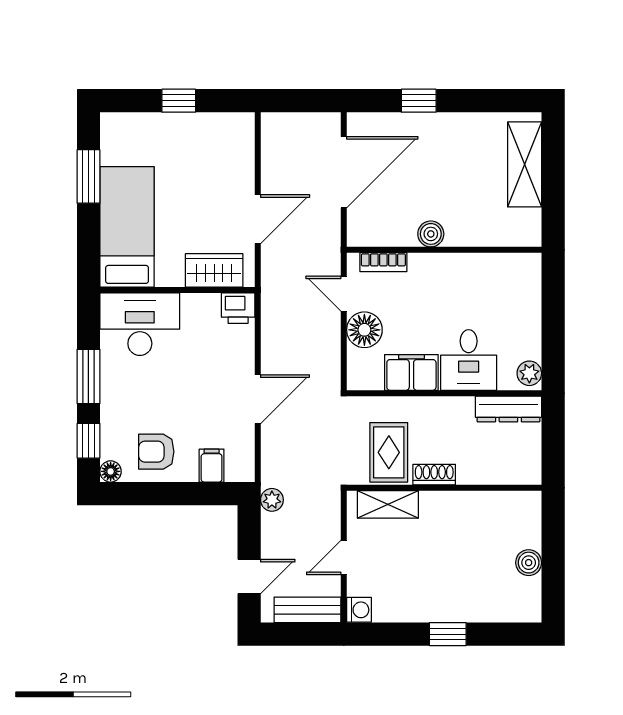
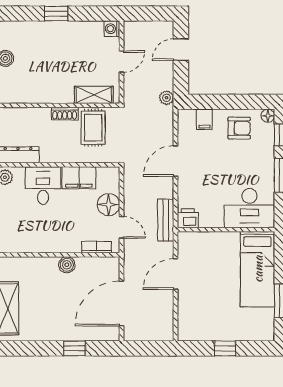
wardrobe: (214, 270) -> (203, 242), removed
bench: (307, 610) -> (166, 220), moved, turned 90

